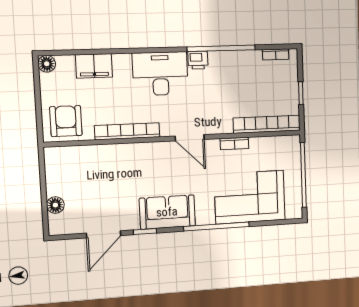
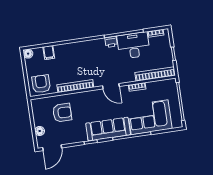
filing cabinet: (94, 66) -> (49, 53), width x0.50
desk: (160, 74) -> (134, 46), moved
armchair: (99, 176) -> (62, 113), added
sofa: (167, 212) -> (108, 129), width x1.36
door: (104, 234) -> (52, 148), moved

